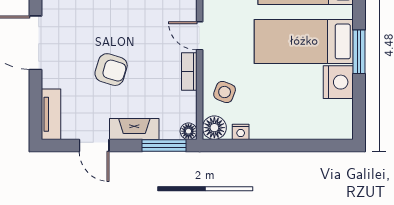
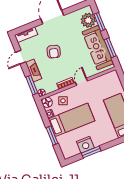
bed: (304, 41) -> (71, 120), moved, turned 90
window: (359, 52) -> (91, 152), moved
window: (290, 145) -> (52, 135), added

